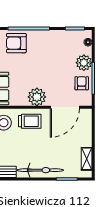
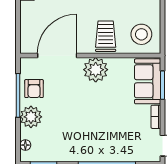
armchair: (16, 43) -> (124, 144), removed
trolley: (30, 121) -> (106, 36), turned 90

